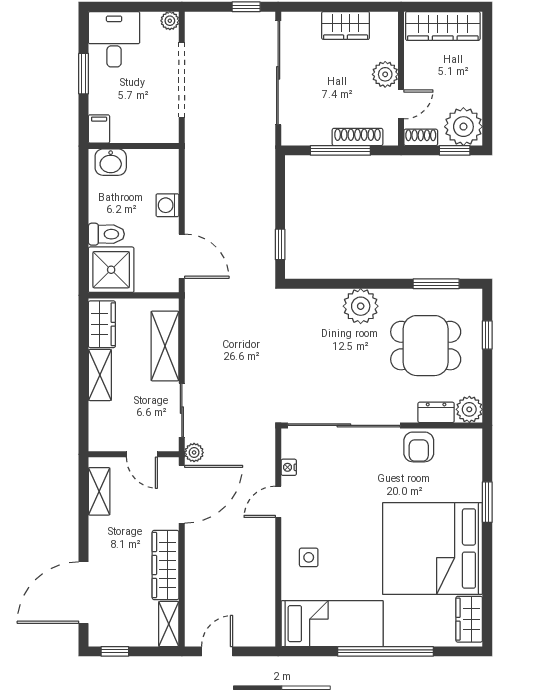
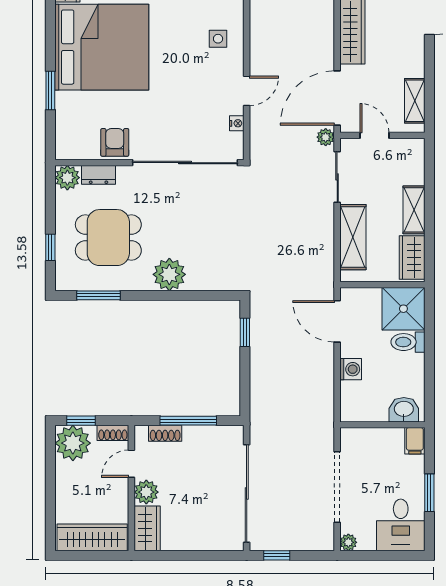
wardrobe: (346, 25) -> (147, 528), moved, turned 90
shoe rack: (357, 137) -> (165, 433), width x0.70

